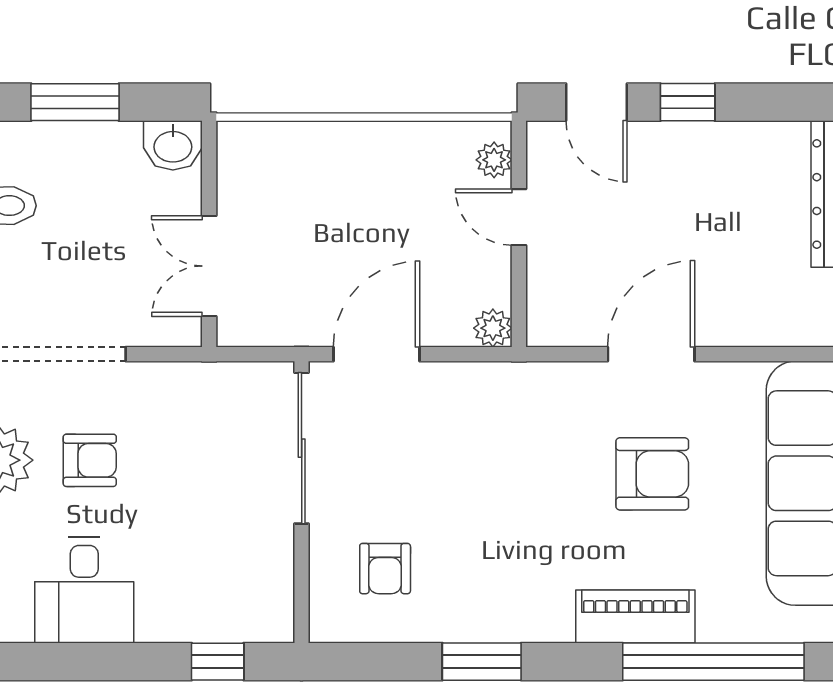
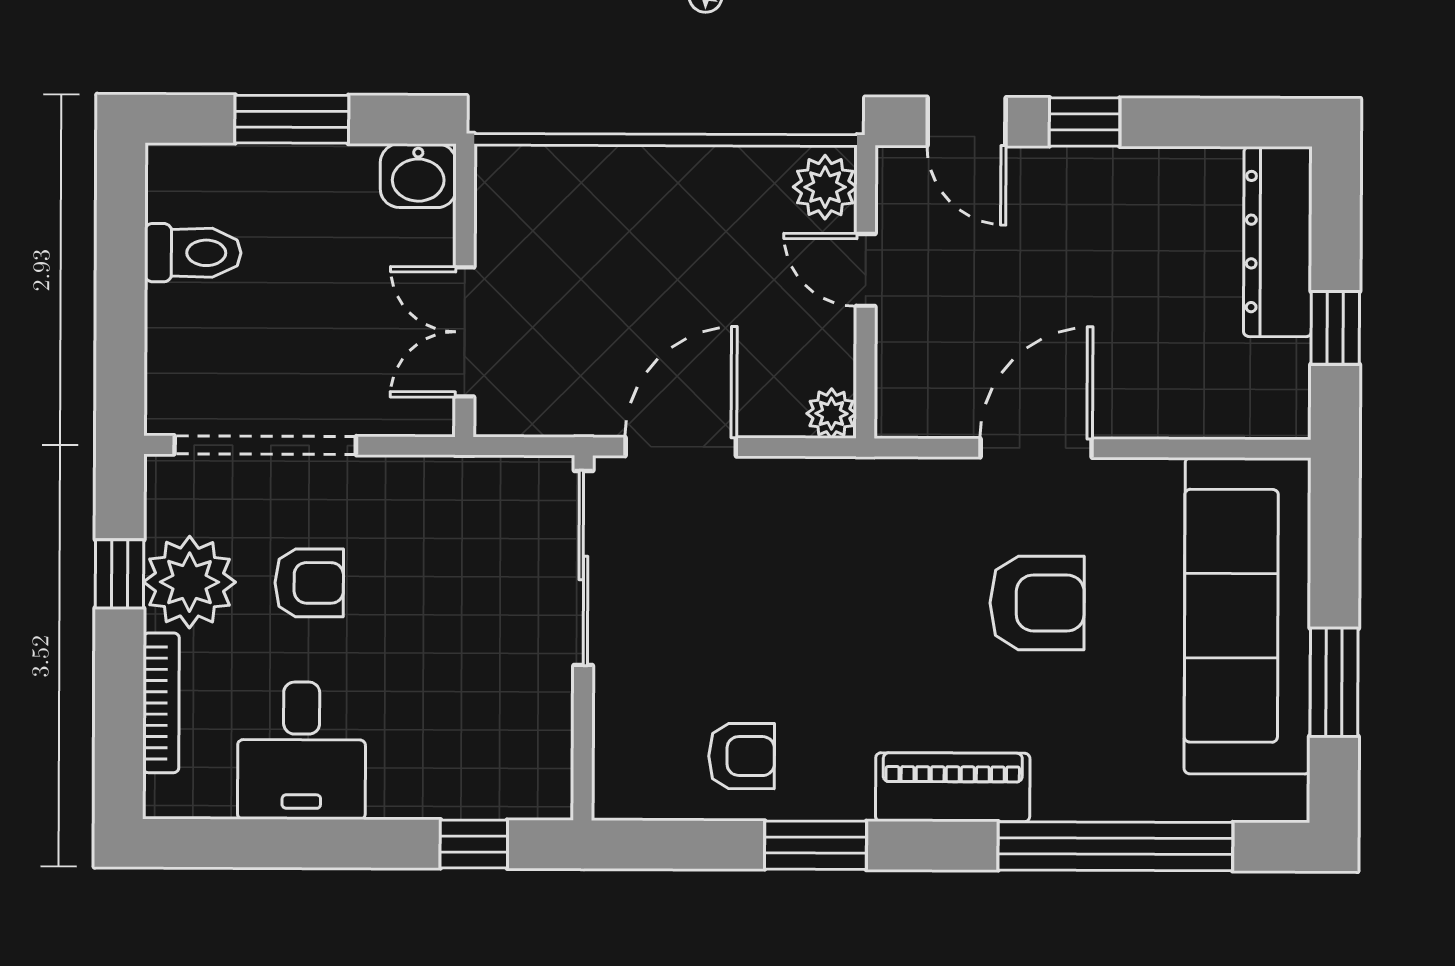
plant: (494, 160) -> (825, 187), width x1.38, depth x1.38
armchair: (385, 569) -> (742, 756), moved, turned -90
piano: (635, 617) -> (953, 787), moved

